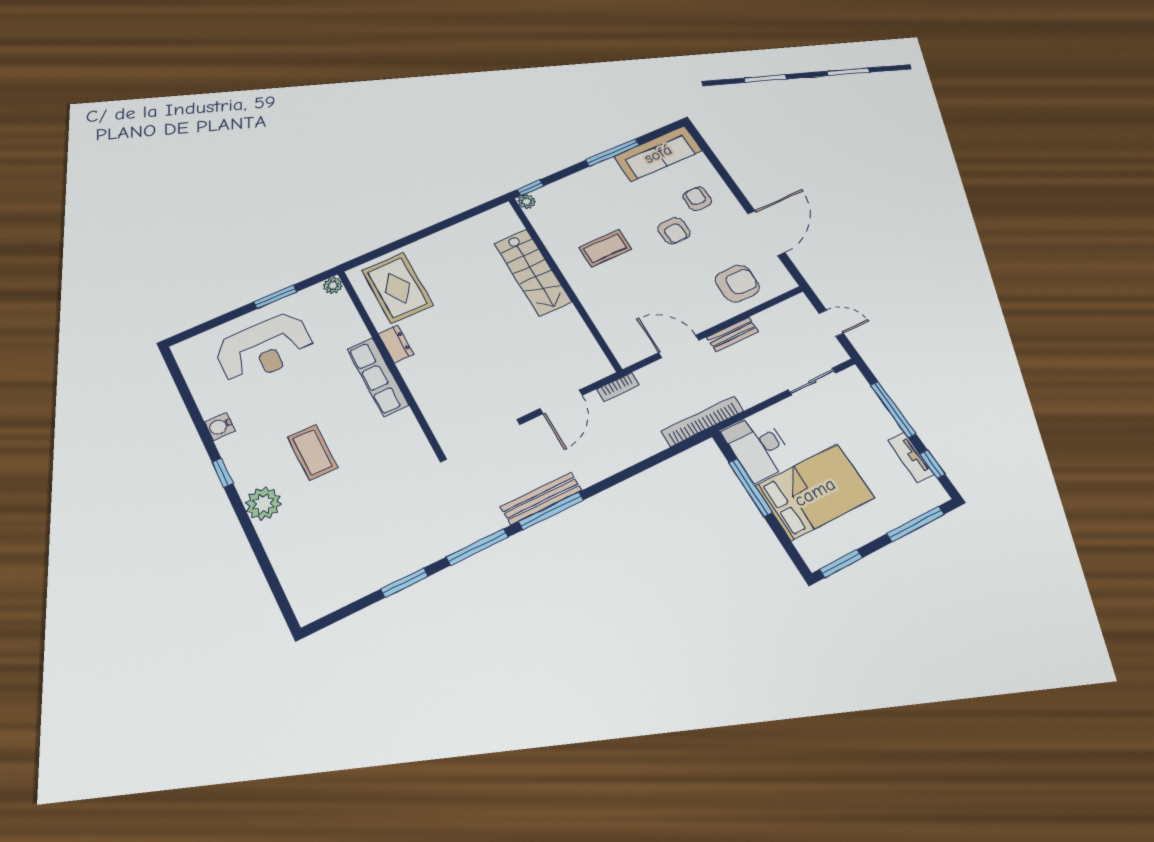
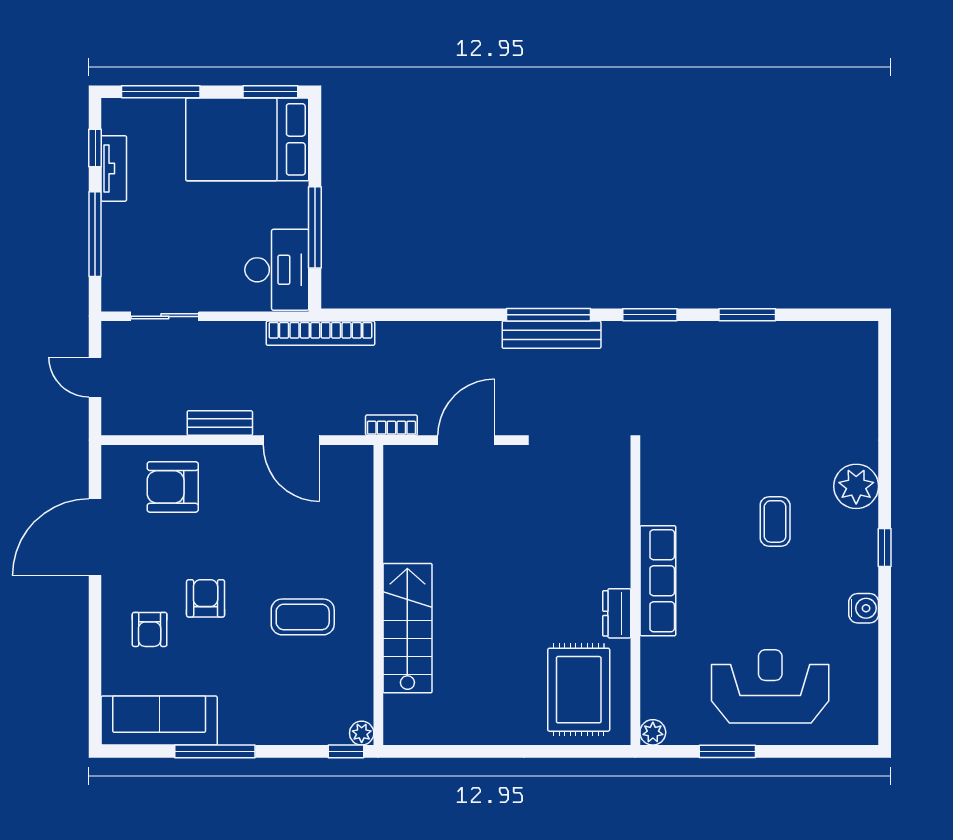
coffee table: (313, 453) -> (775, 521), width x0.73, depth x0.77
bed: (815, 492) -> (247, 139), moved
window: (477, 547) -> (650, 315), width x0.69

